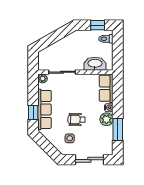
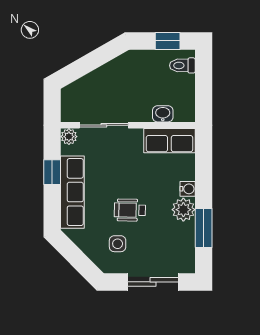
washbasin: (95, 64) -> (163, 114), width x0.52, depth x0.69
row of seats: (106, 88) -> (169, 141), moved, turned -90
window: (33, 112) -> (52, 172), moved

